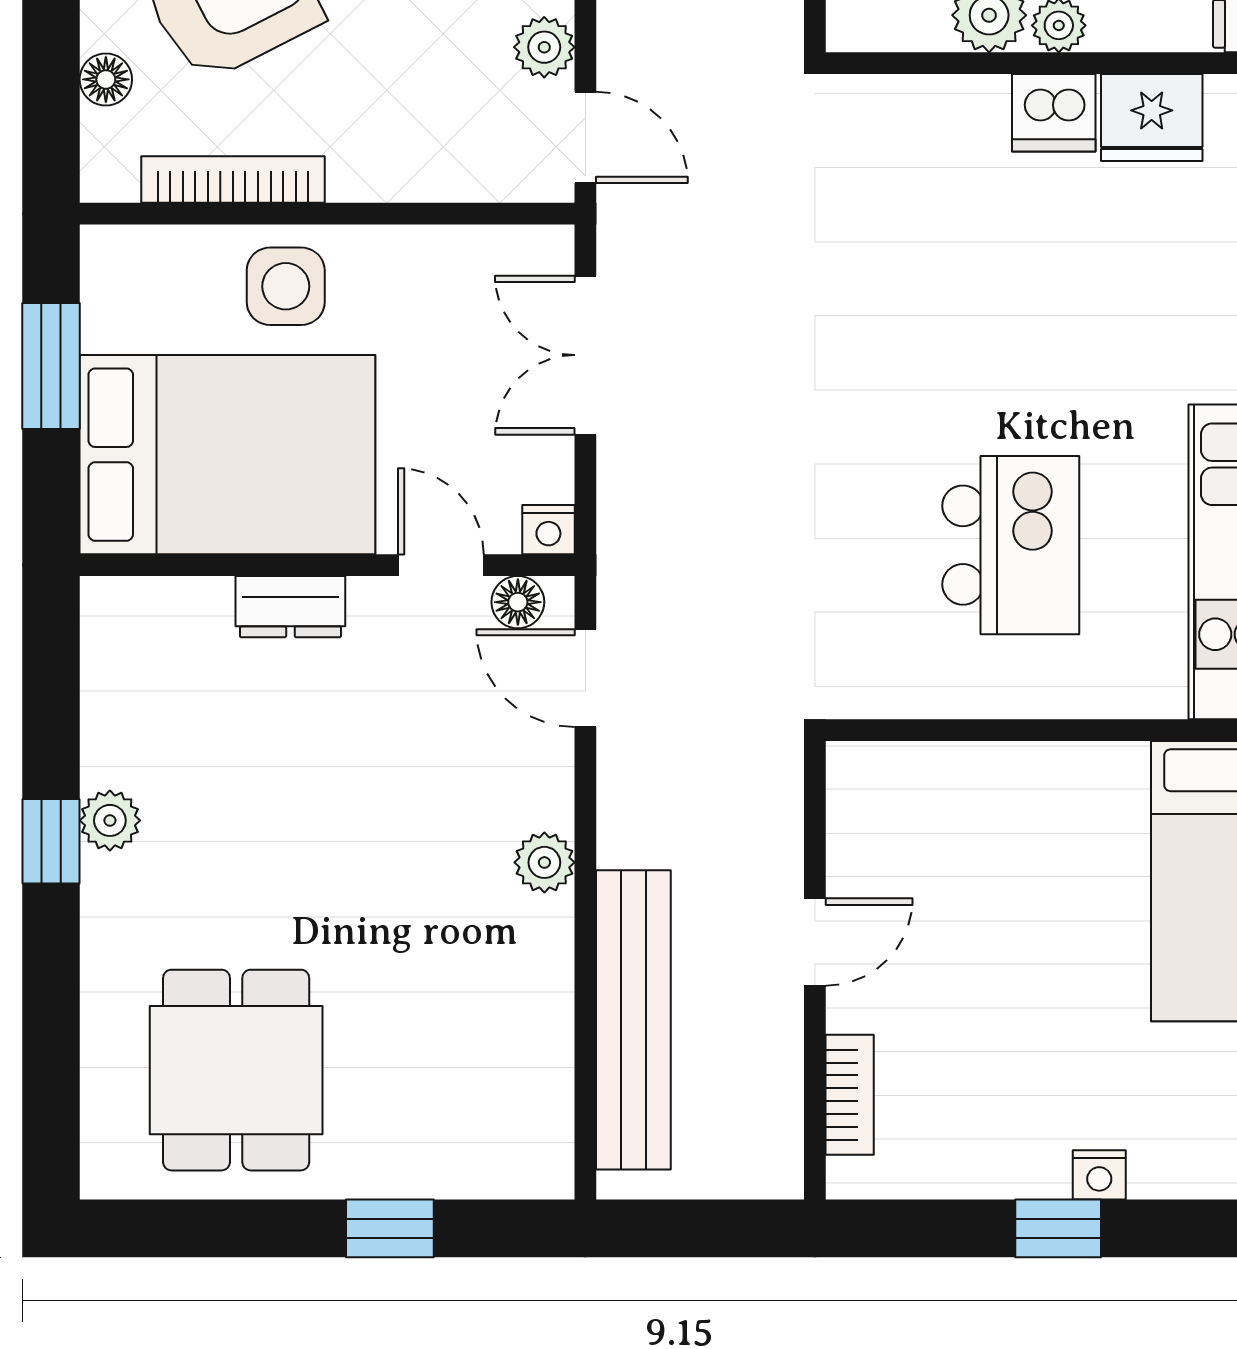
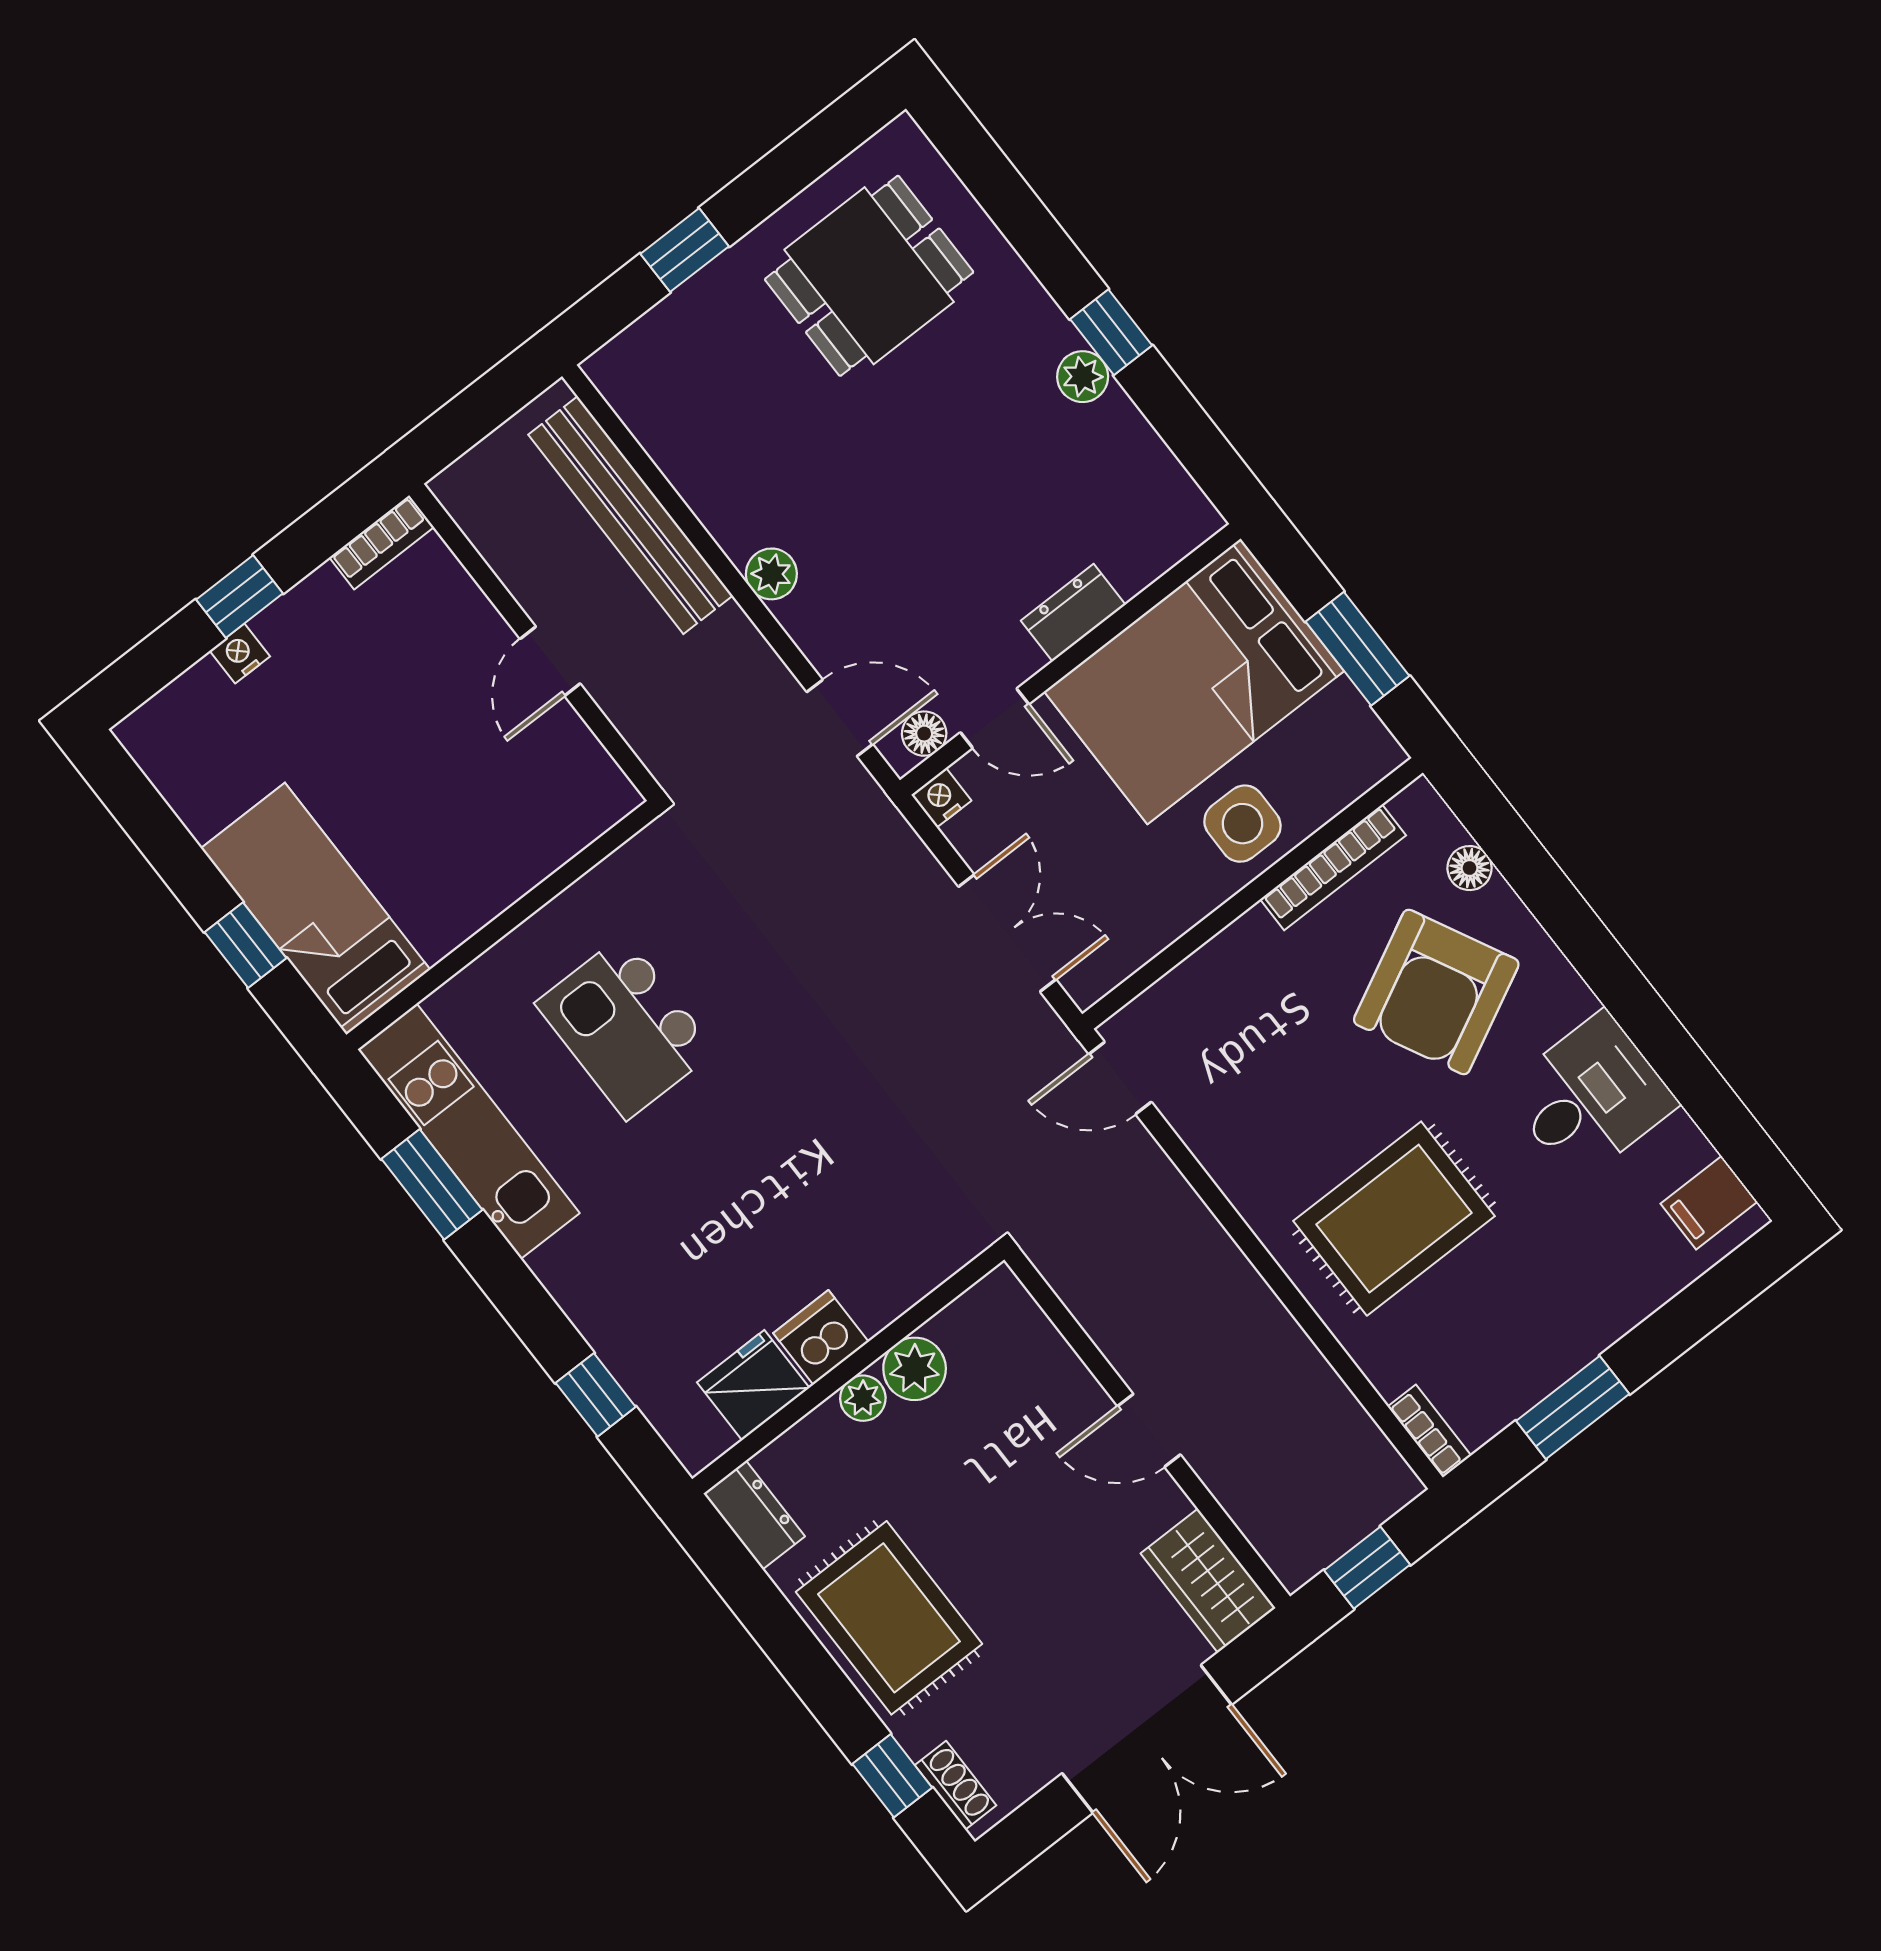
plant: (544, 47) -> (1194, 1117), removed
dining table: (236, 1070) -> (869, 276), turned 90
bookcase: (850, 1095) -> (382, 542), moved, turned -90

